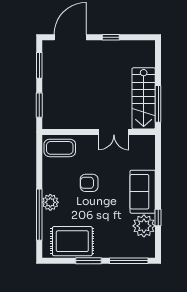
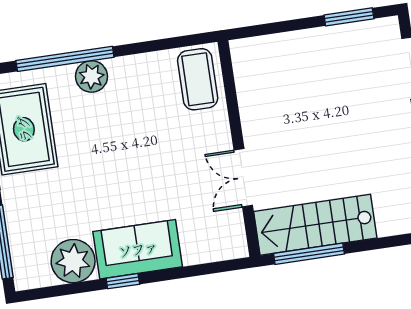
window: (39, 105) -> (273, 28), removed
armchair: (89, 183) -> (140, 145), removed
window: (158, 218) -> (123, 281), moved

